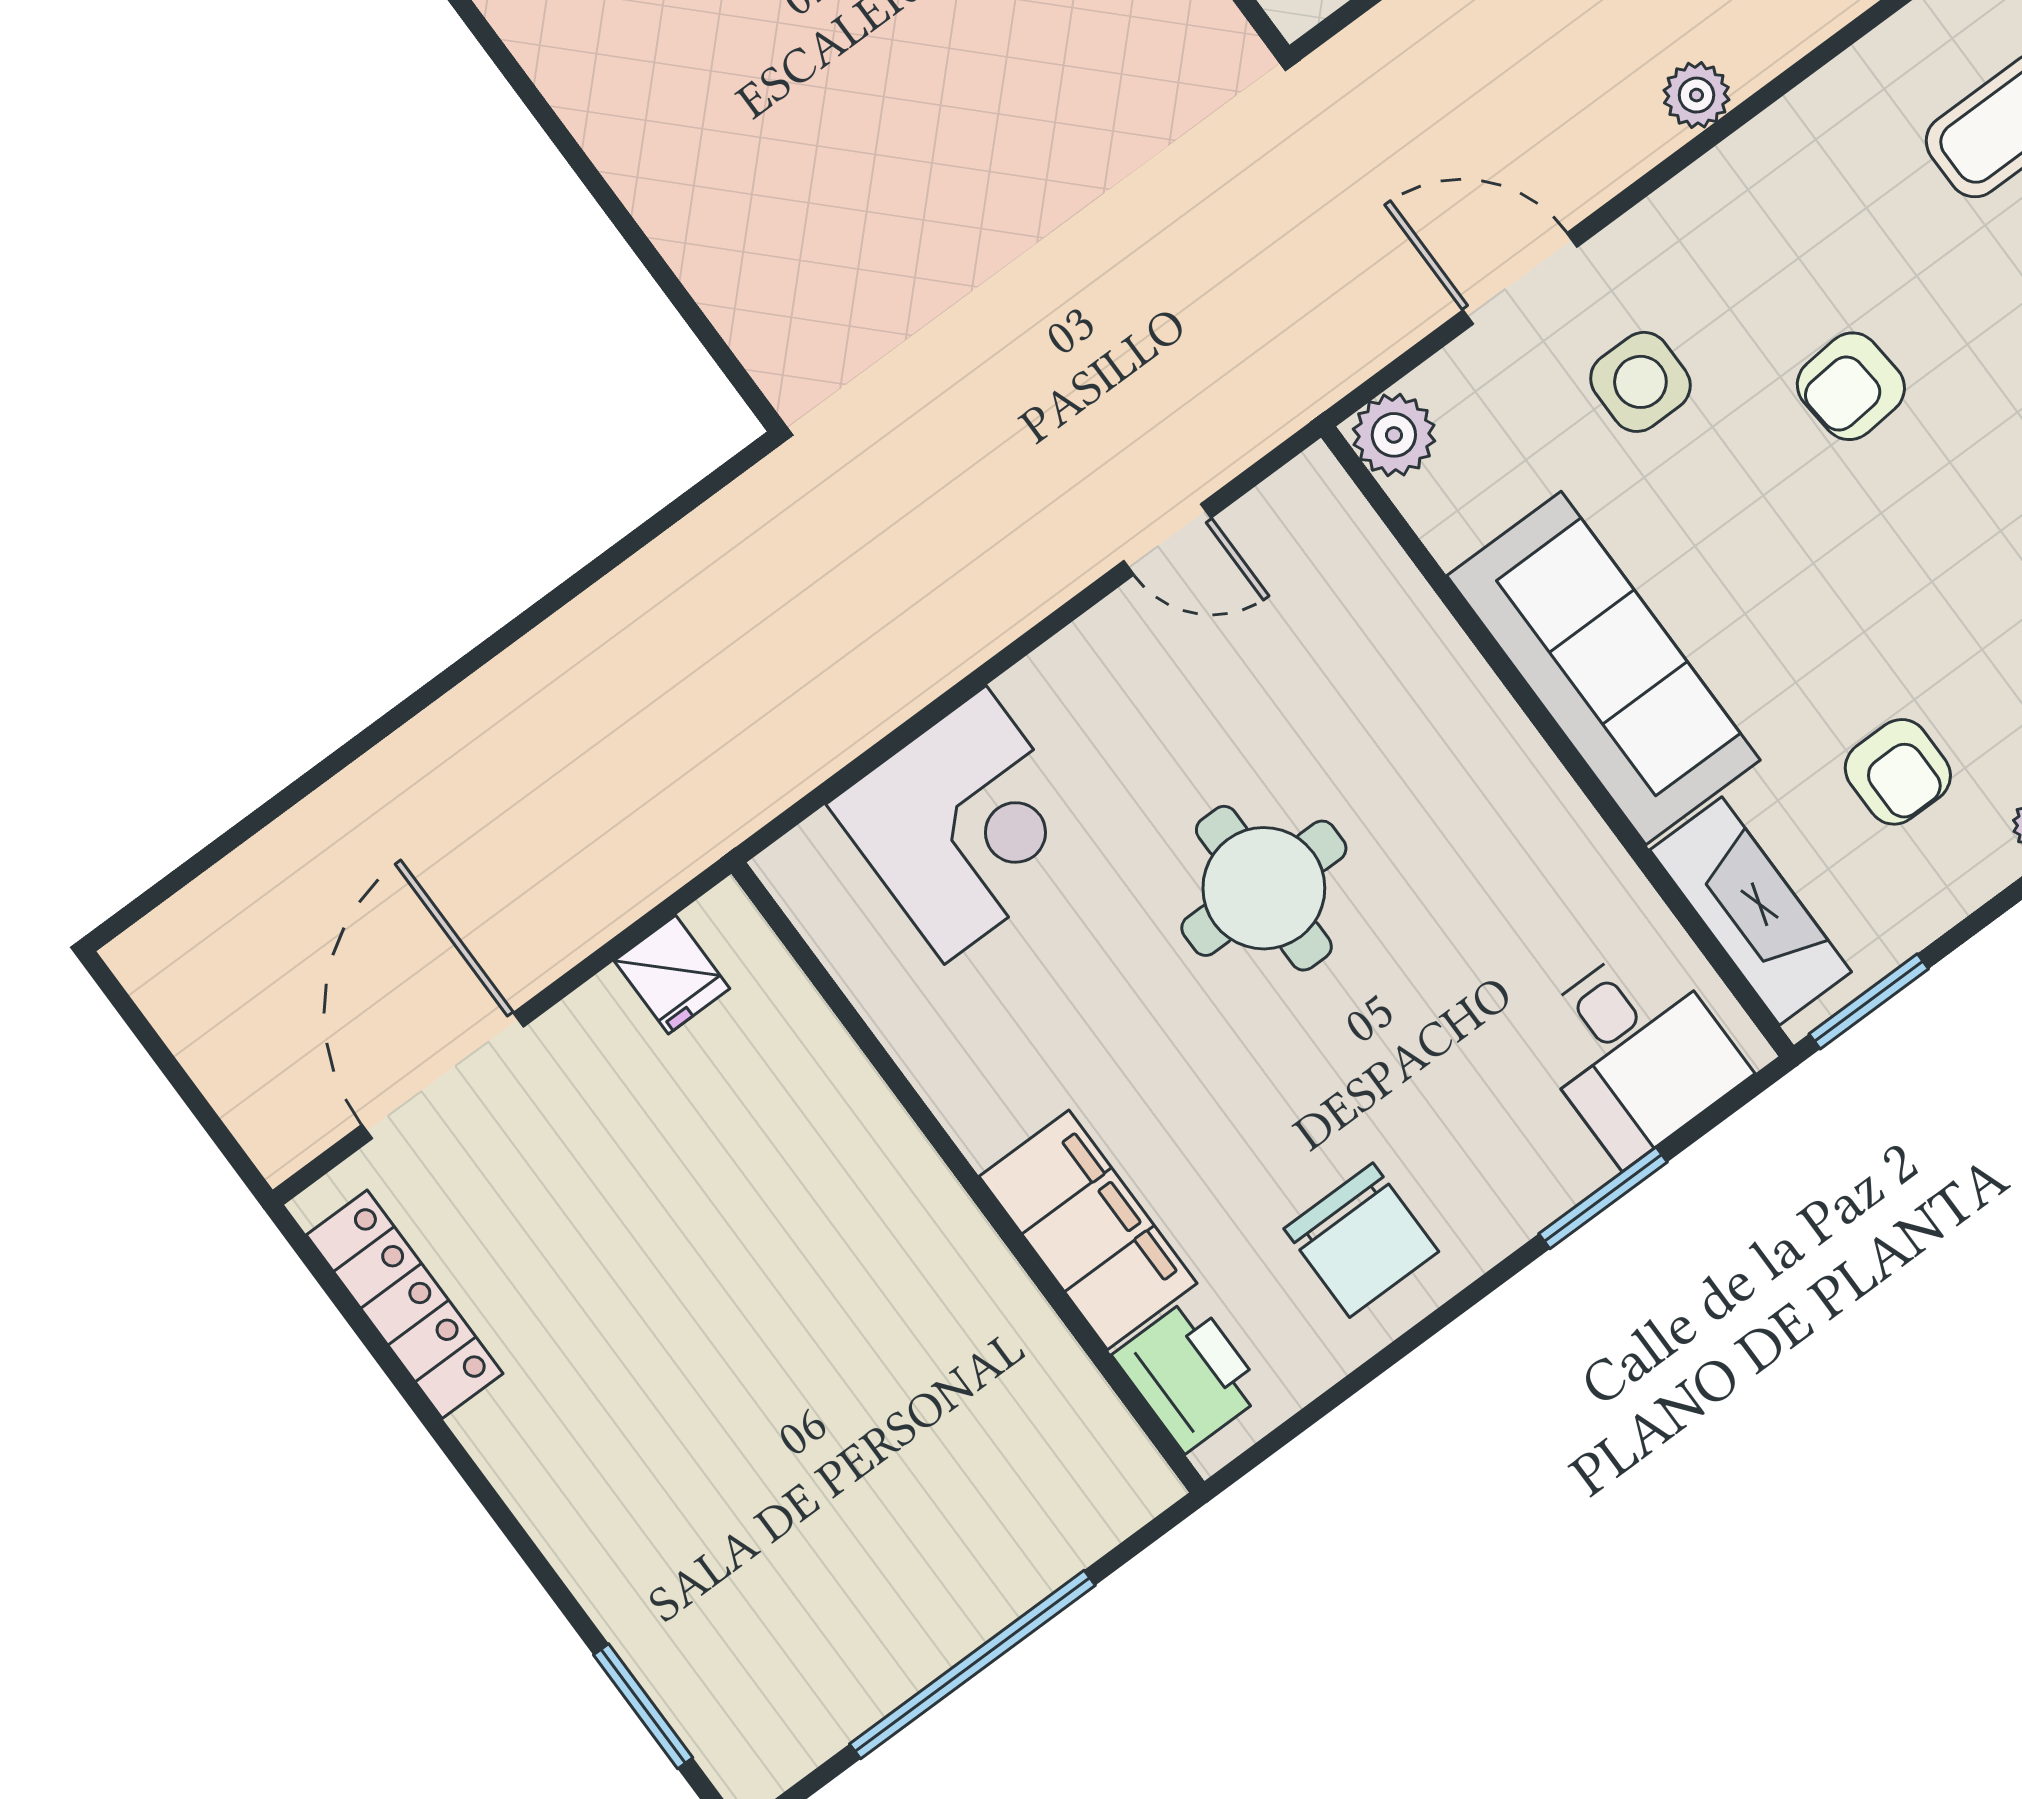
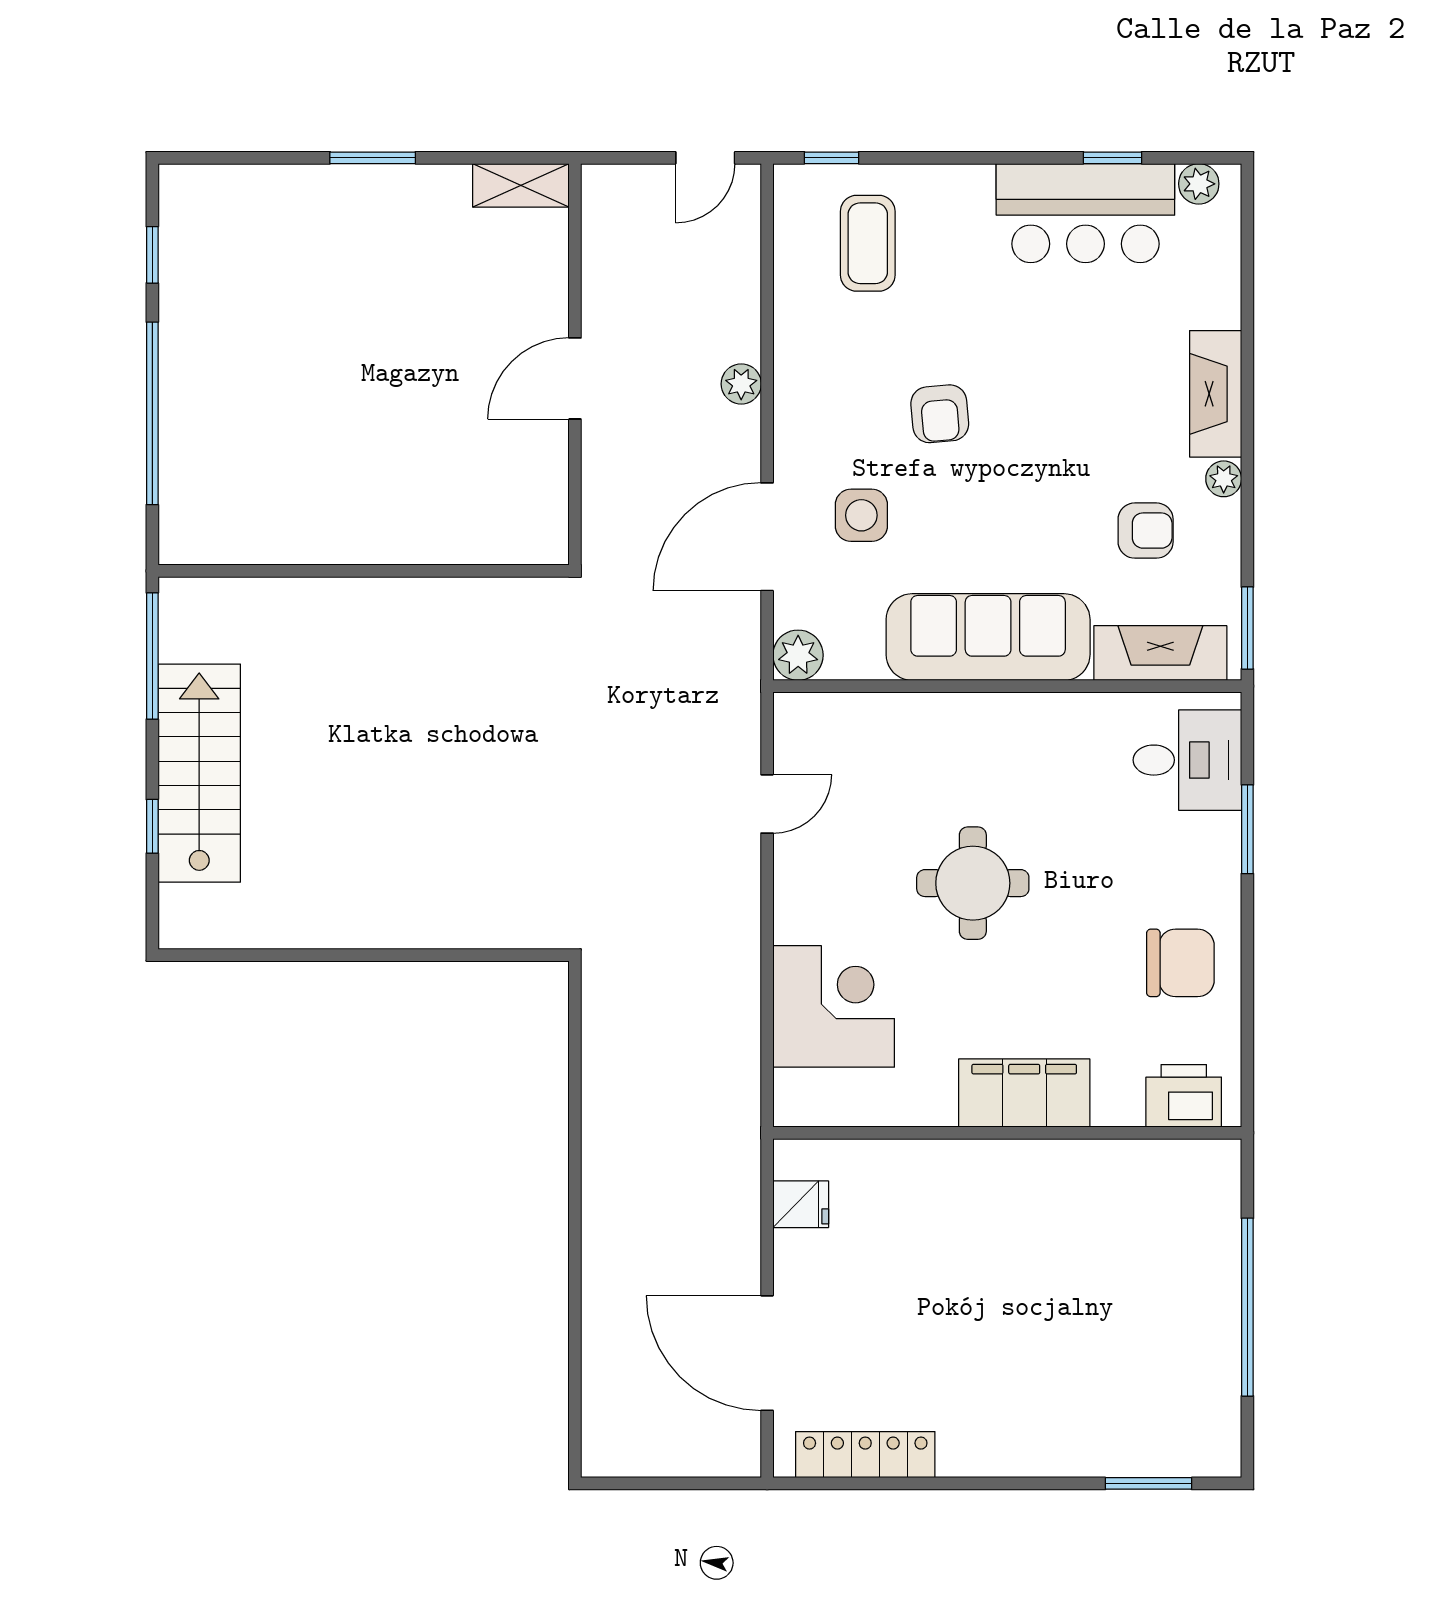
door: (1520, 278) -> (767, 537), width x1.36
filing cabinet: (1088, 1230) -> (1024, 1093), moved

